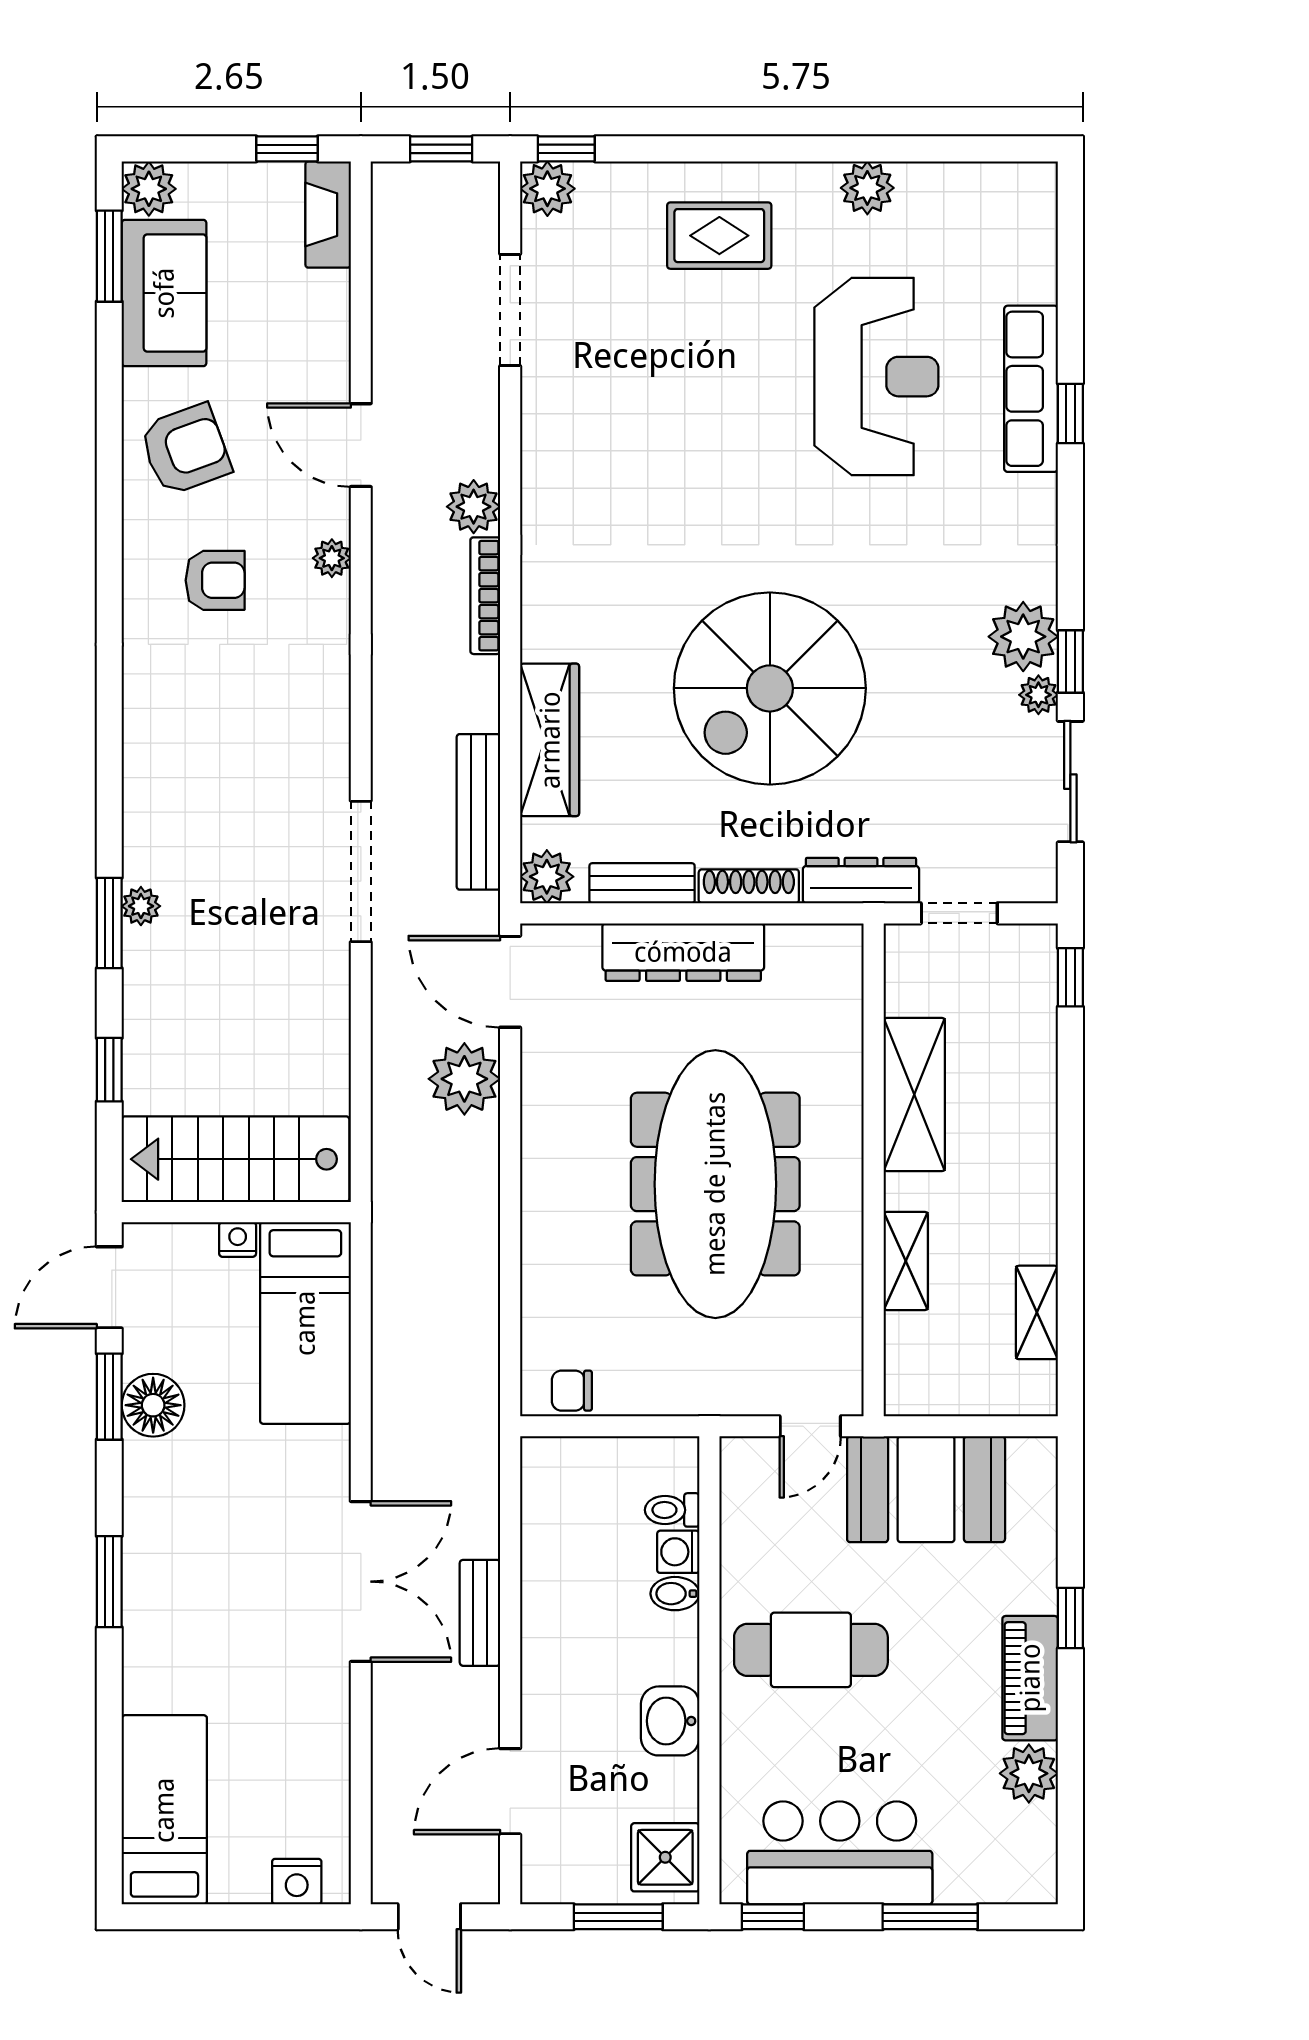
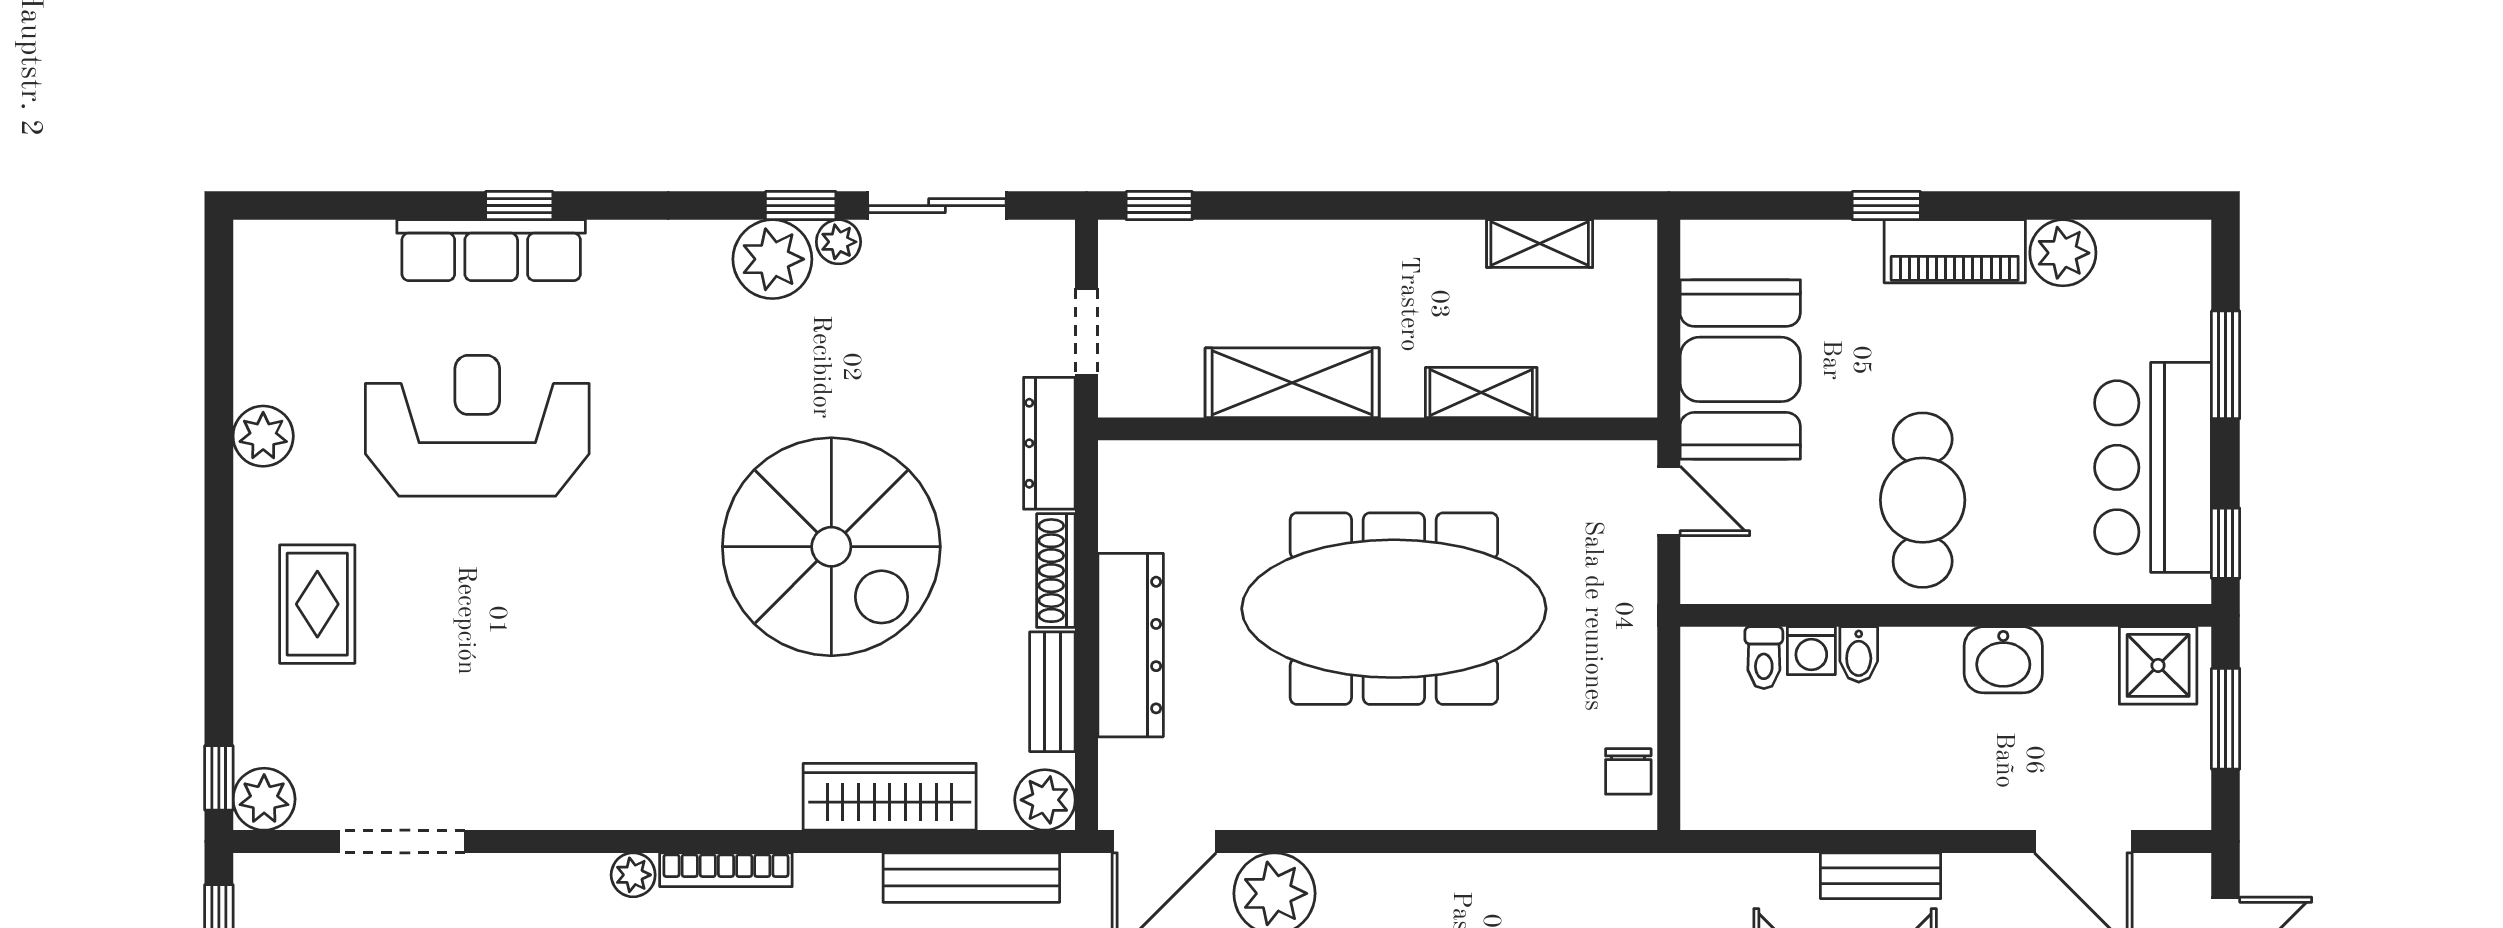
plant: (474, 507) -> (633, 875), width x0.73, depth x0.73

